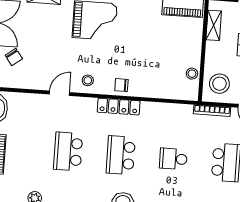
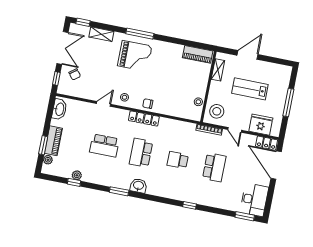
school desk: (68, 151) -> (104, 146), turned -90

